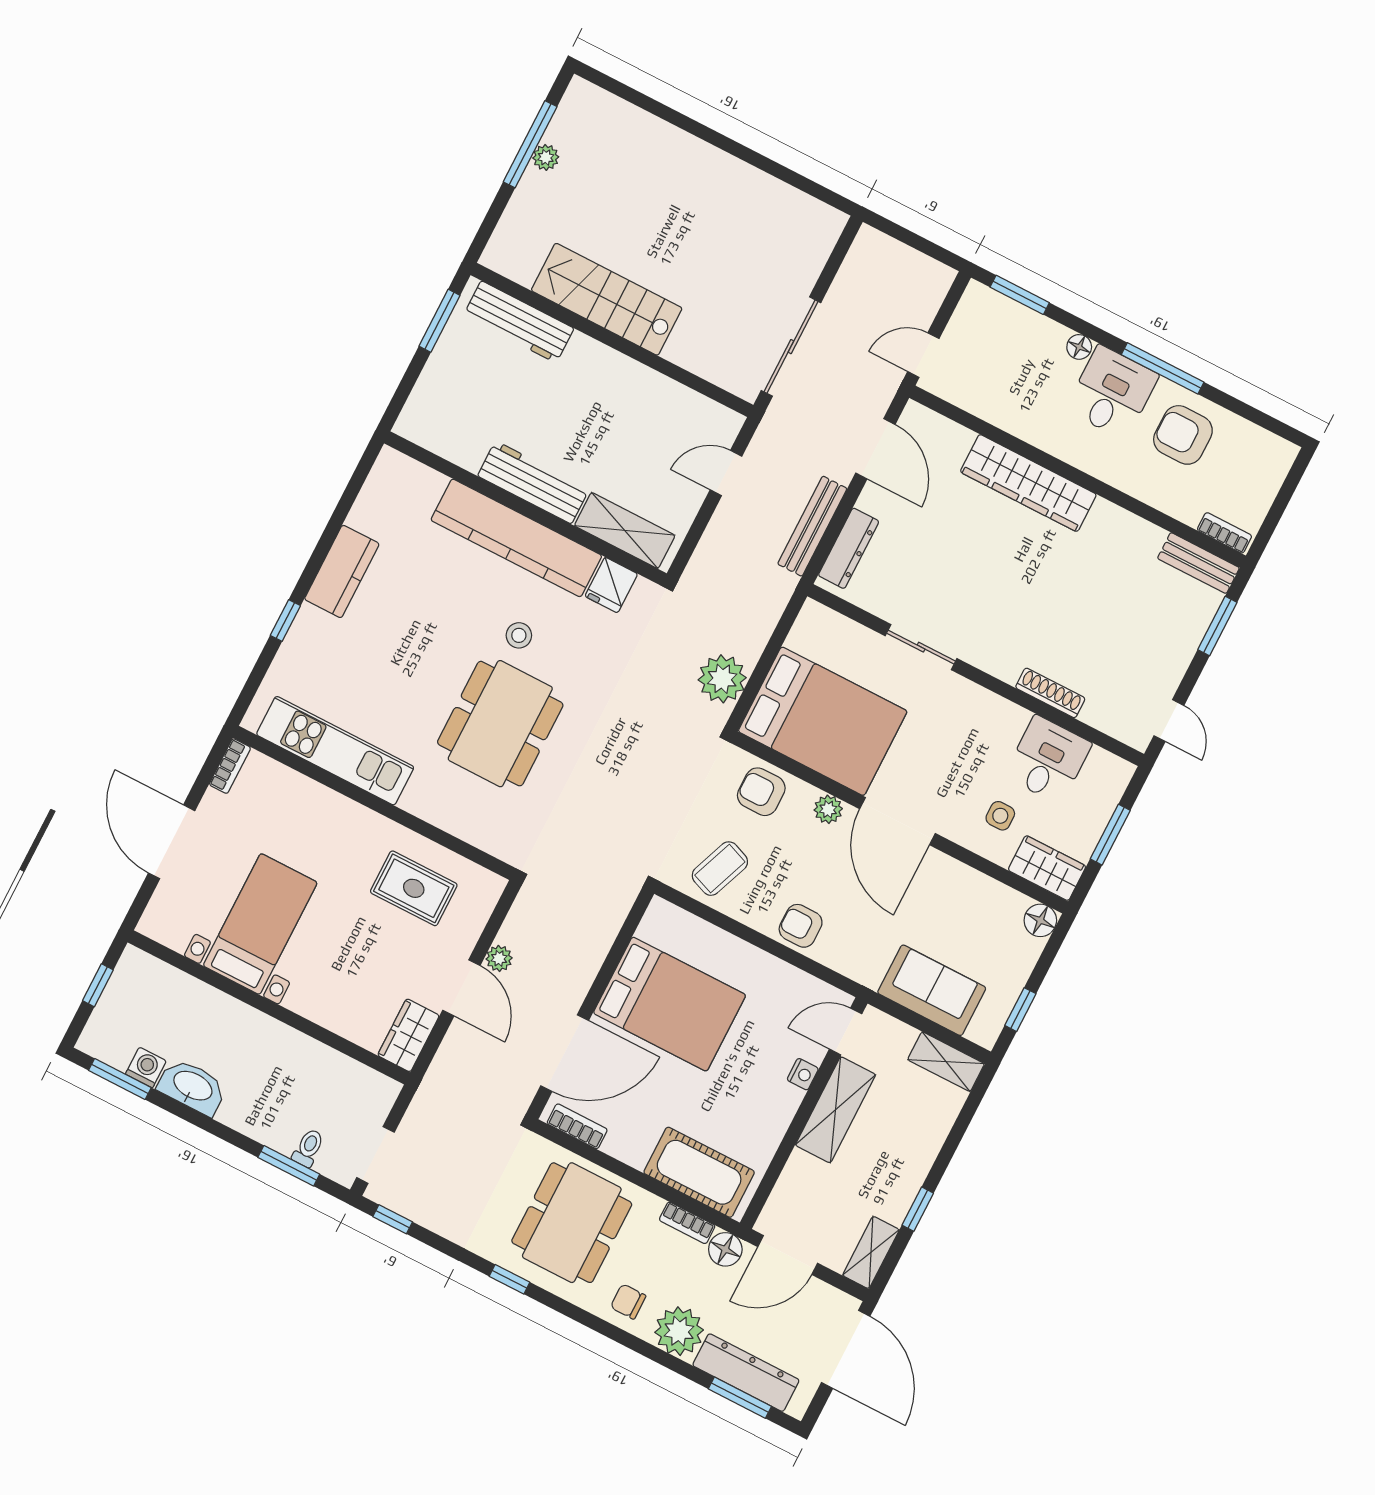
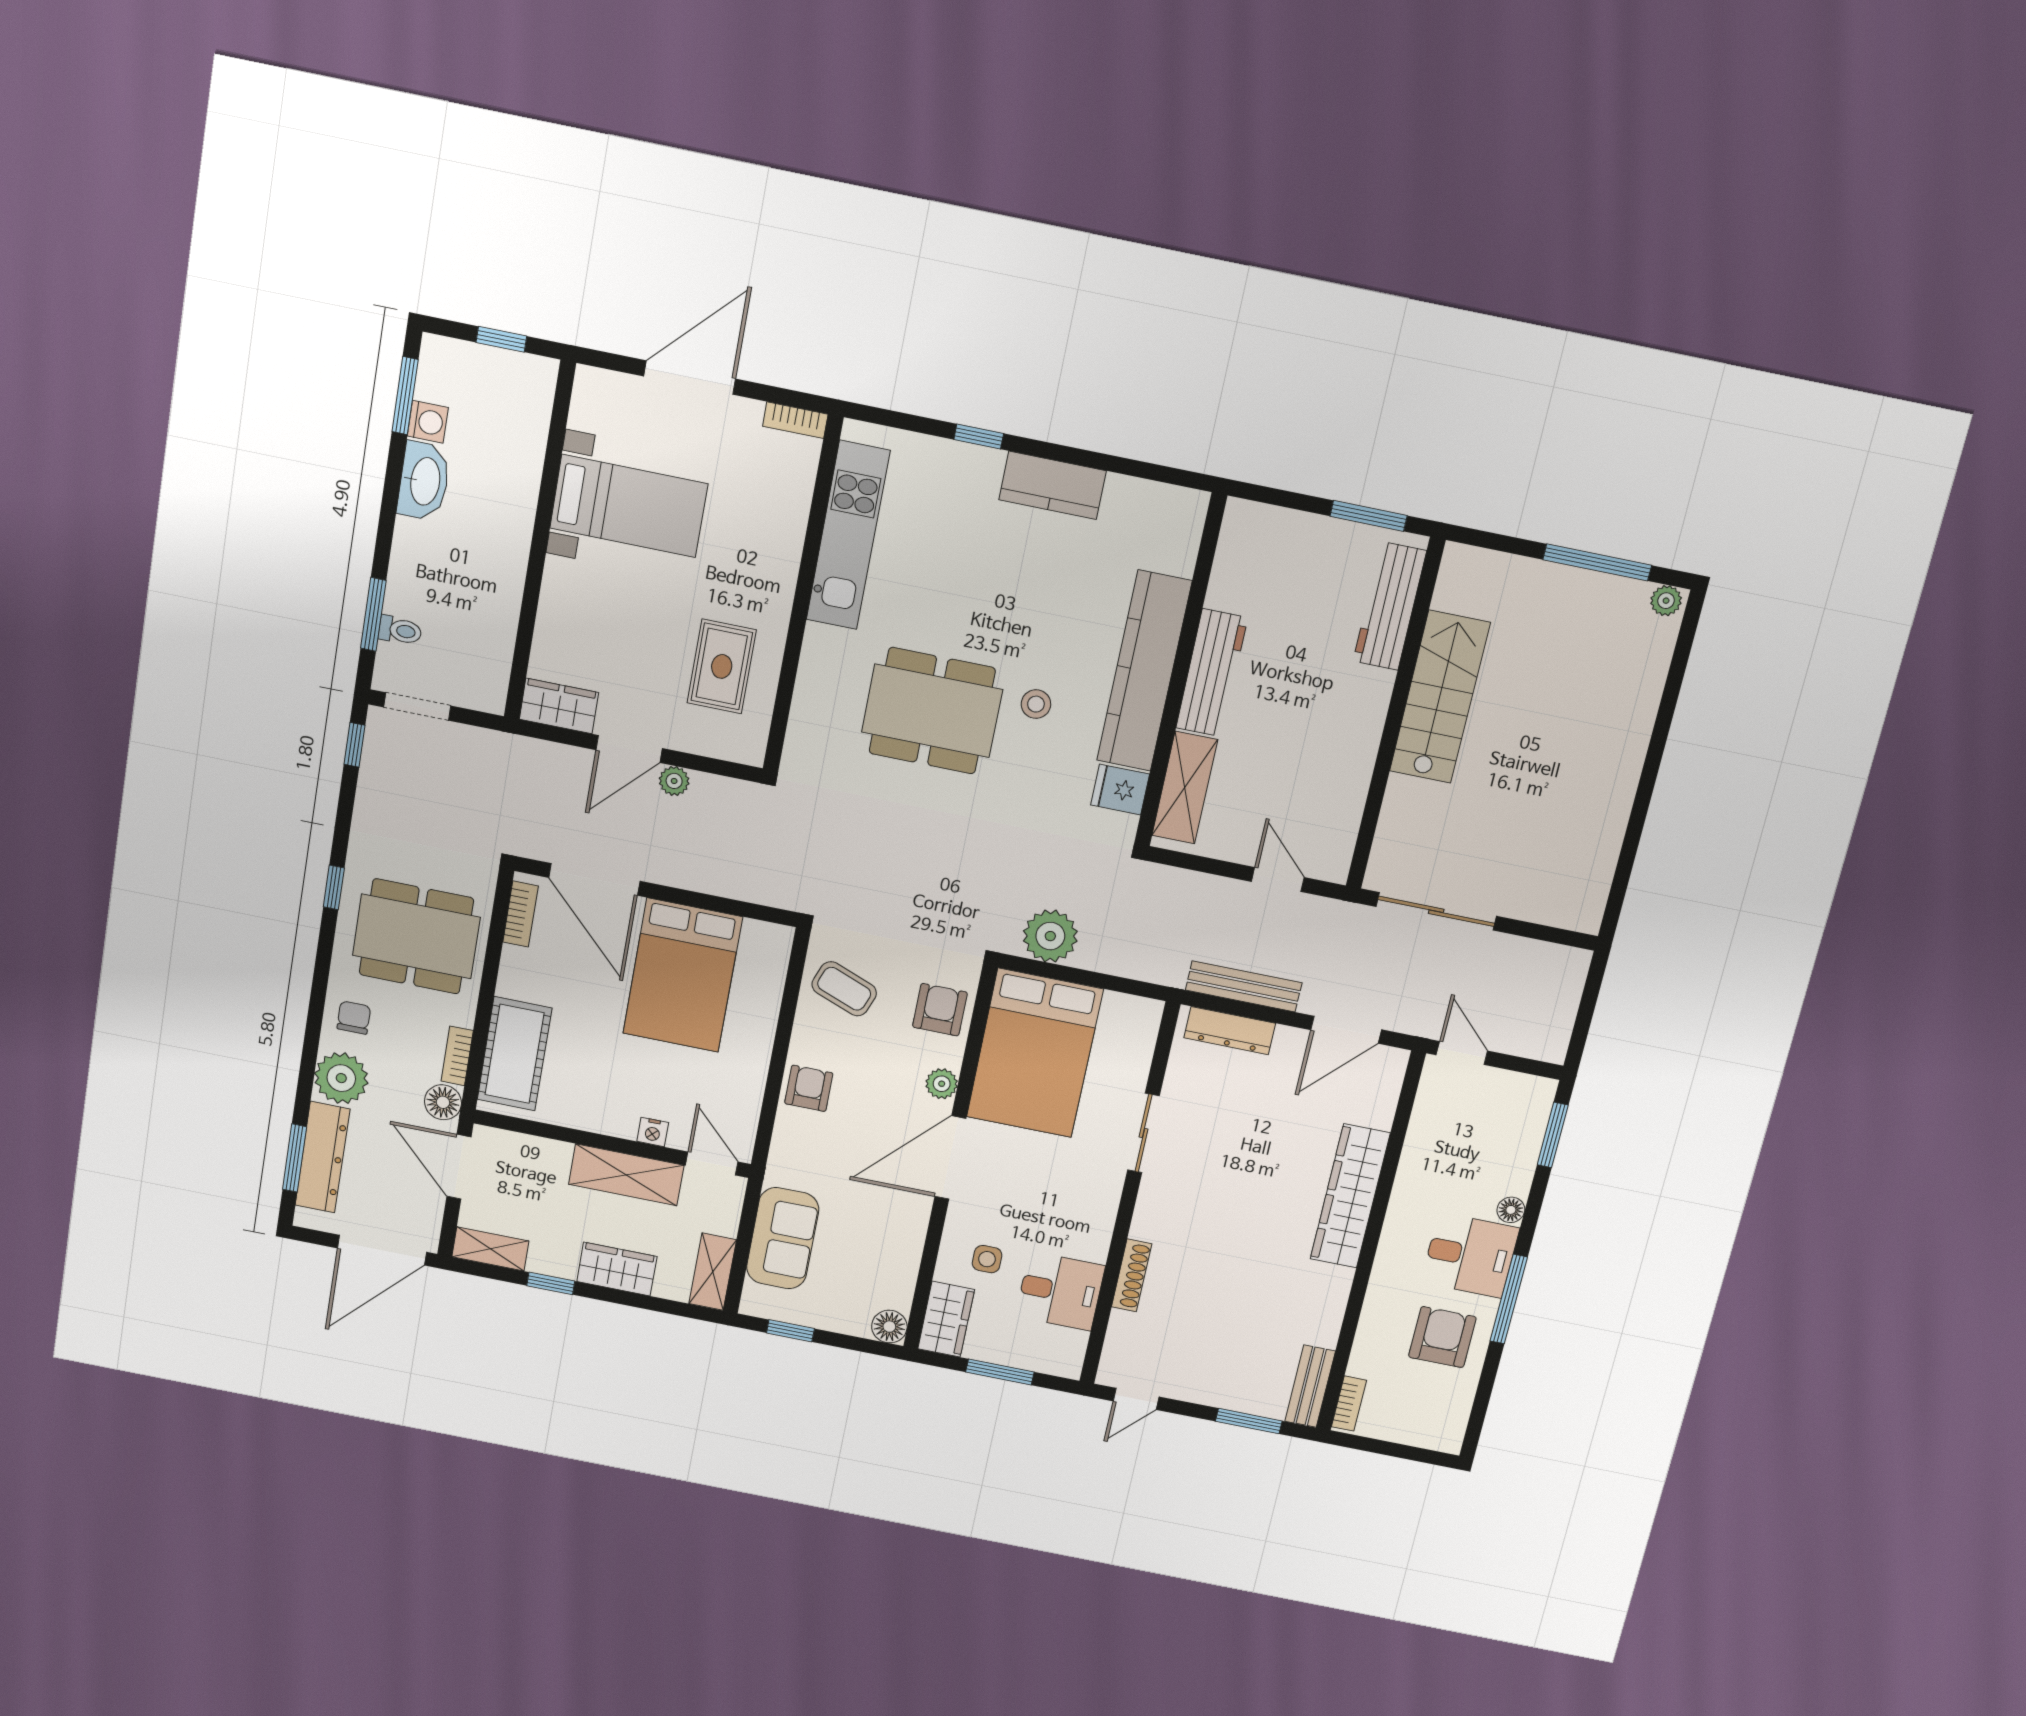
plant: (546, 157) -> (1666, 601), moved
wardrobe: (920, 1146) -> (617, 1269), added

